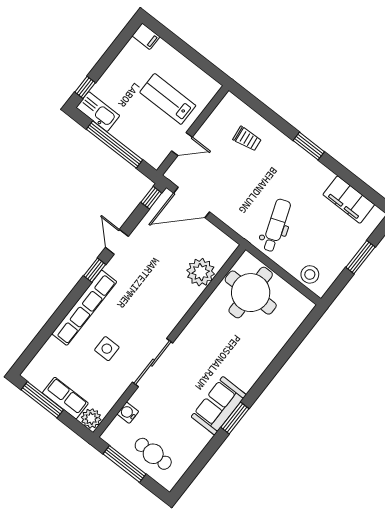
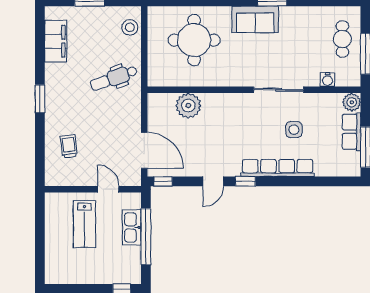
filing cabinet: (146, 36) -> (52, 274), removed
kitchen sink: (98, 112) -> (132, 227), moved
round table: (251, 293) -> (194, 40), moved
sofa: (219, 406) -> (255, 19), moved

